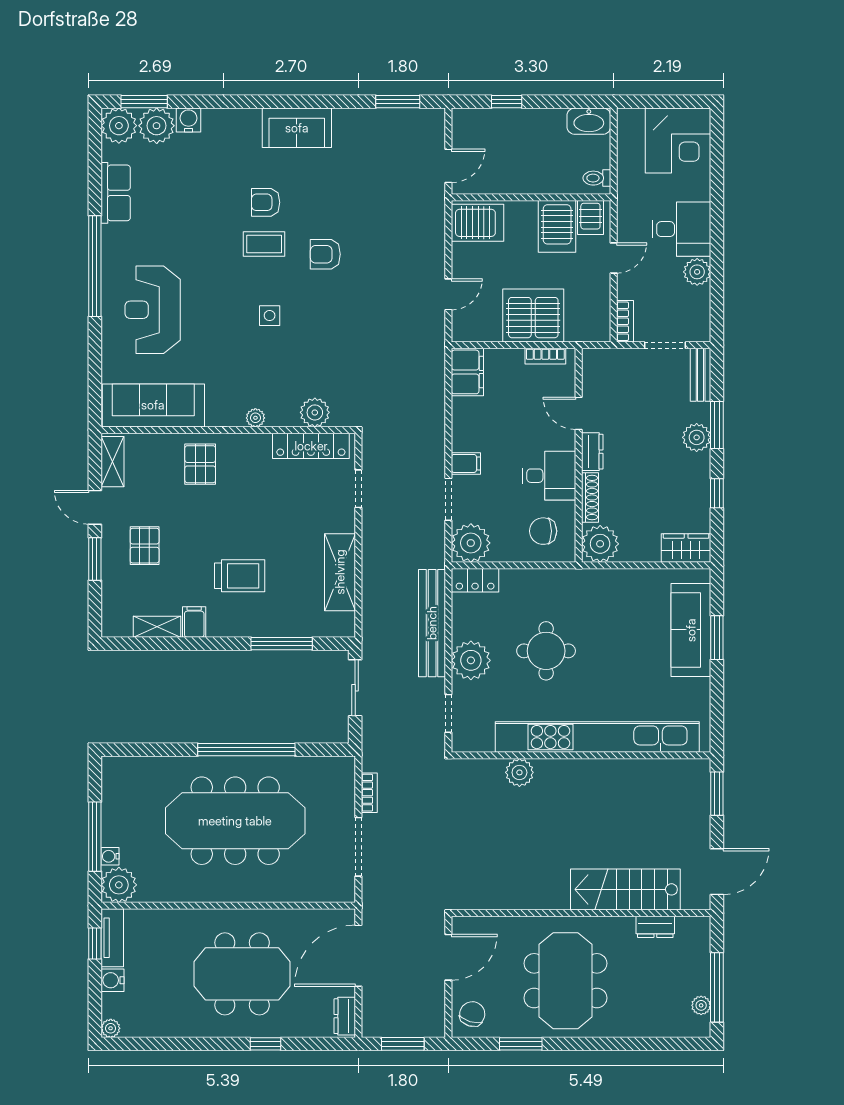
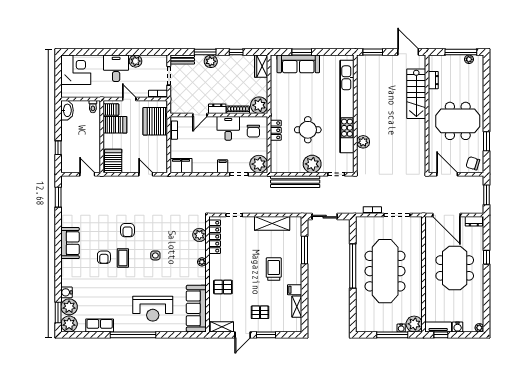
server rack: (533, 315) -> (155, 121), moved
locker: (475, 580) -> (276, 130), moved

